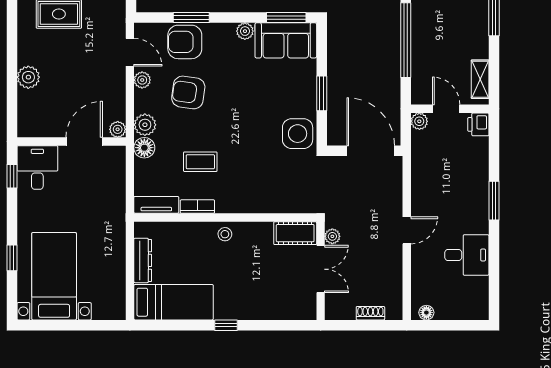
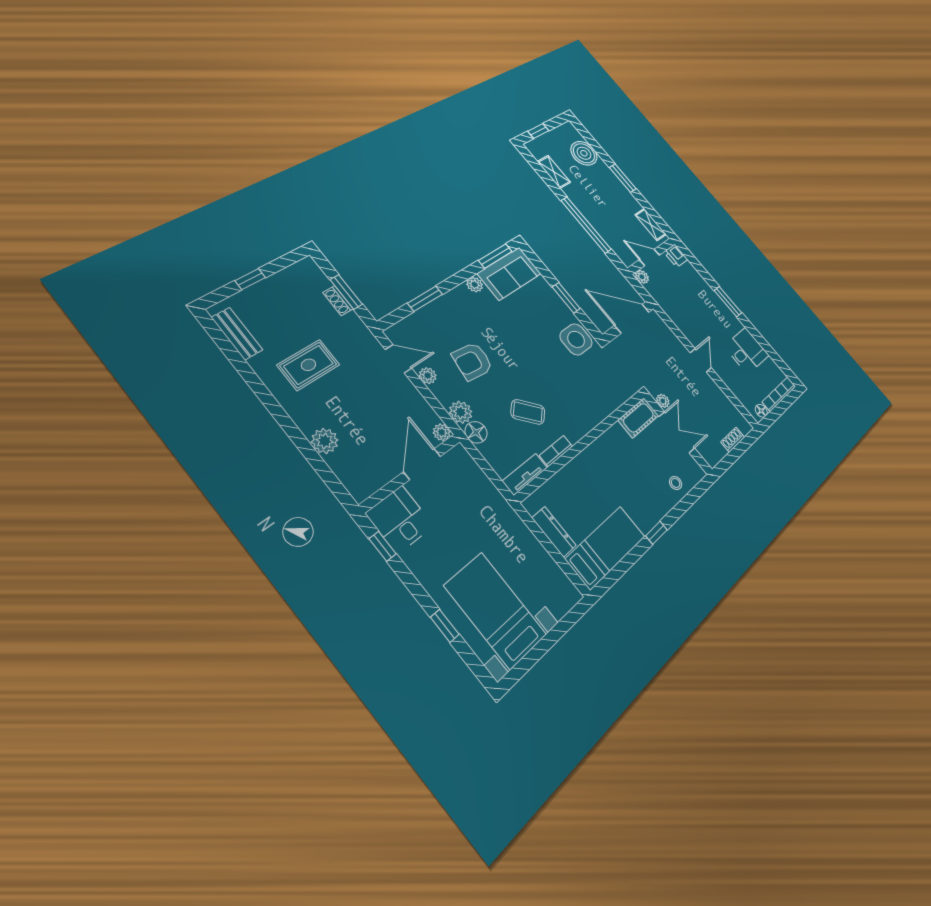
armchair: (185, 42) -> (436, 322), removed
coffee table: (200, 162) -> (528, 412), turned 48
stool: (225, 234) -> (676, 483), moved
bookcase: (462, 313) -> (779, 394), added

